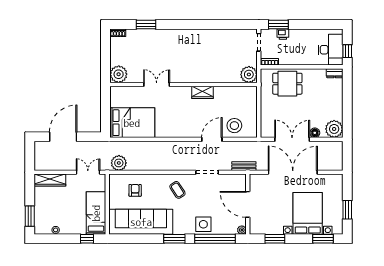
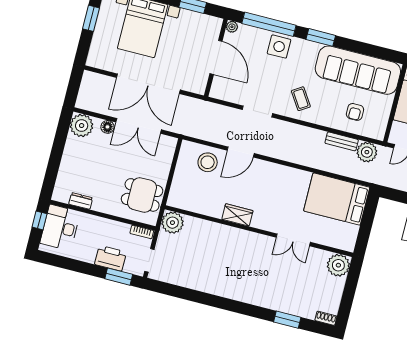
printer: (283, 34) -> (110, 258), width x1.87, depth x1.48
dresser: (335, 73) -> (81, 201), moved
dining table: (287, 84) -> (142, 195), moved
bench: (244, 166) -> (342, 141), moved

